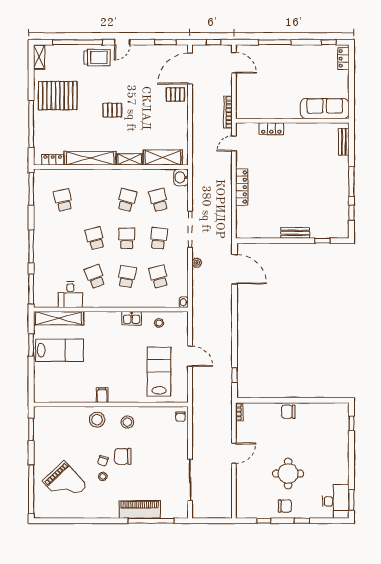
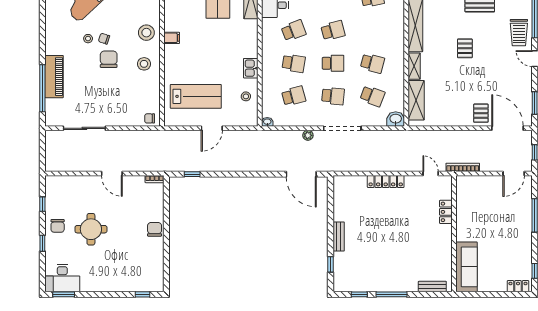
school desk: (159, 200) -> (372, 96), turned 36
door: (235, 269) -> (301, 174), hinge flipped

